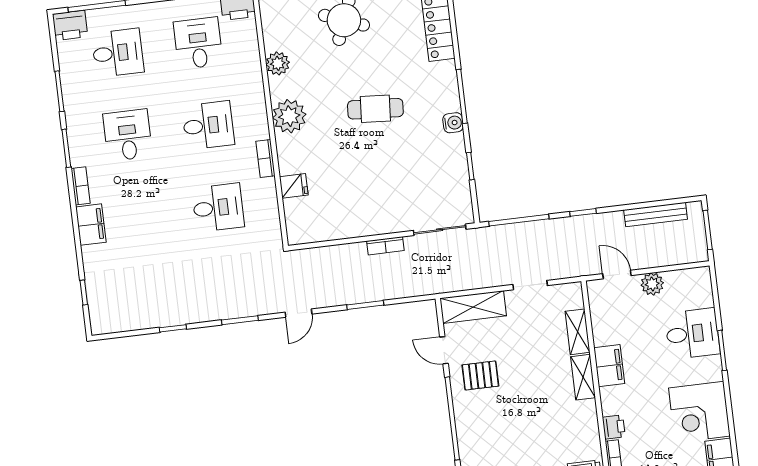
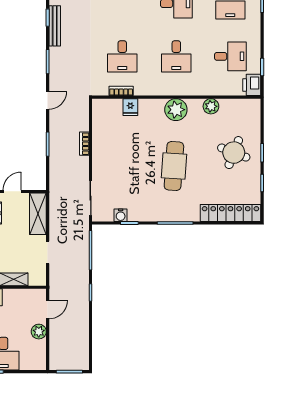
cafe table: (375, 109) -> (174, 166), width x1.37, depth x1.35
water cooler: (453, 123) -> (121, 215), moved
bookcase: (265, 159) -> (121, 91), moved
bench: (656, 215) -> (55, 26), moved
bookcase: (385, 246) -> (84, 144), moved
door: (299, 313) -> (48, 100), swing flipped

